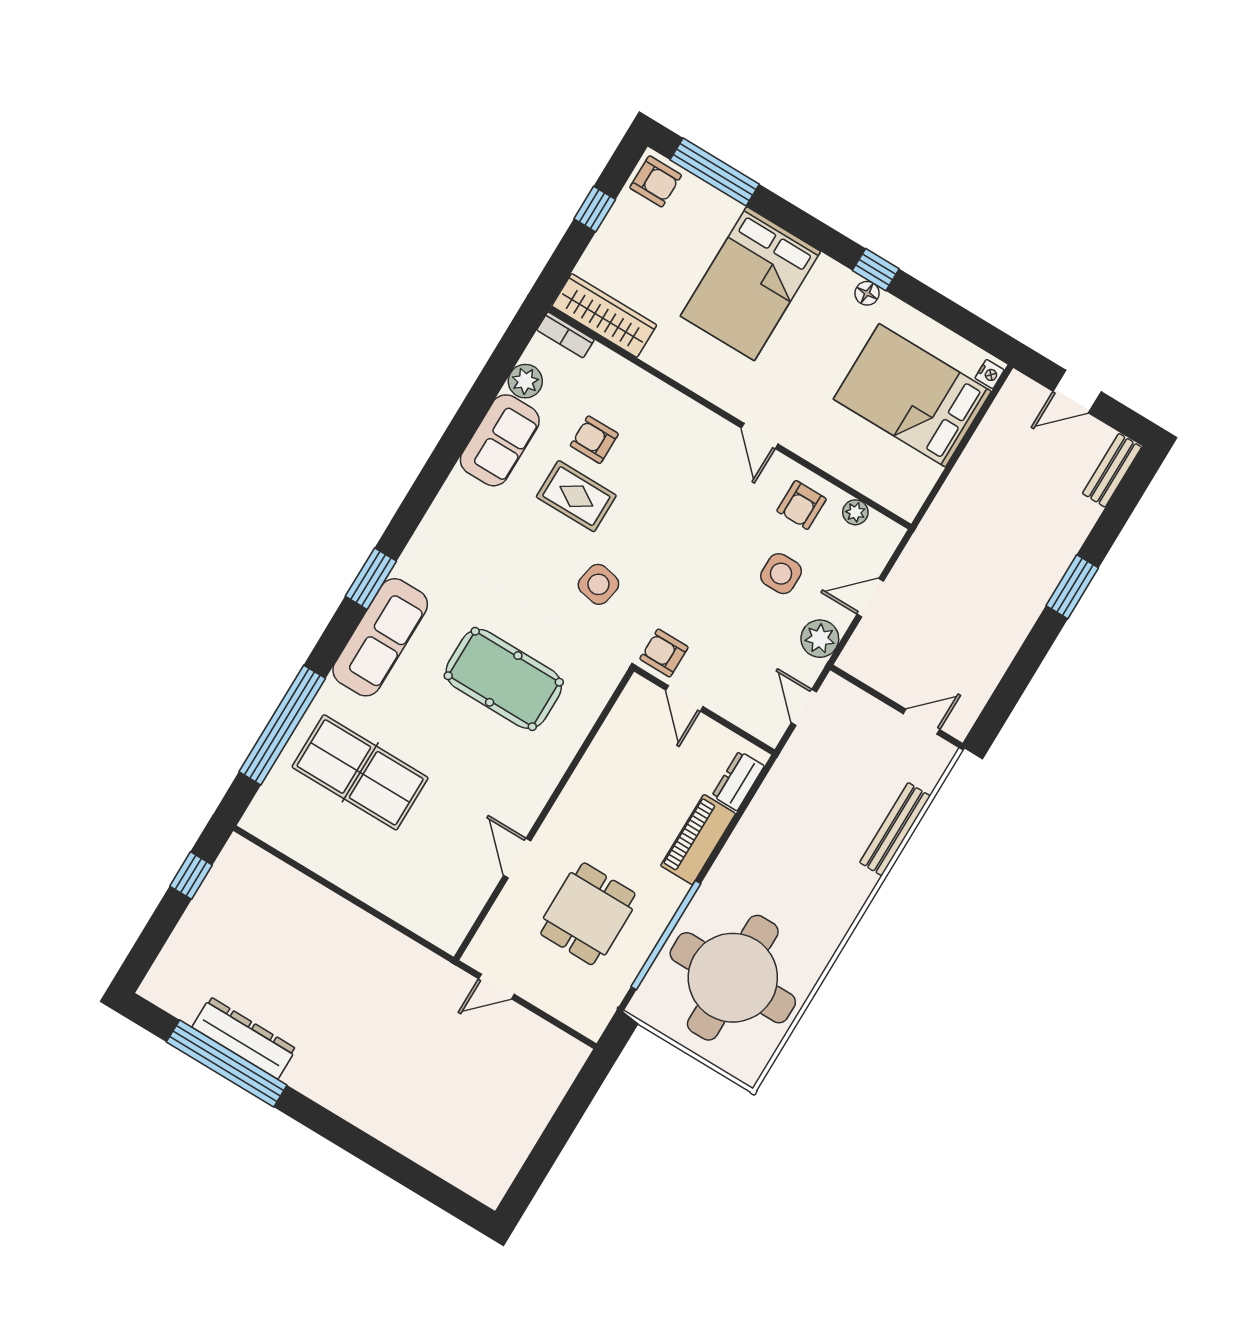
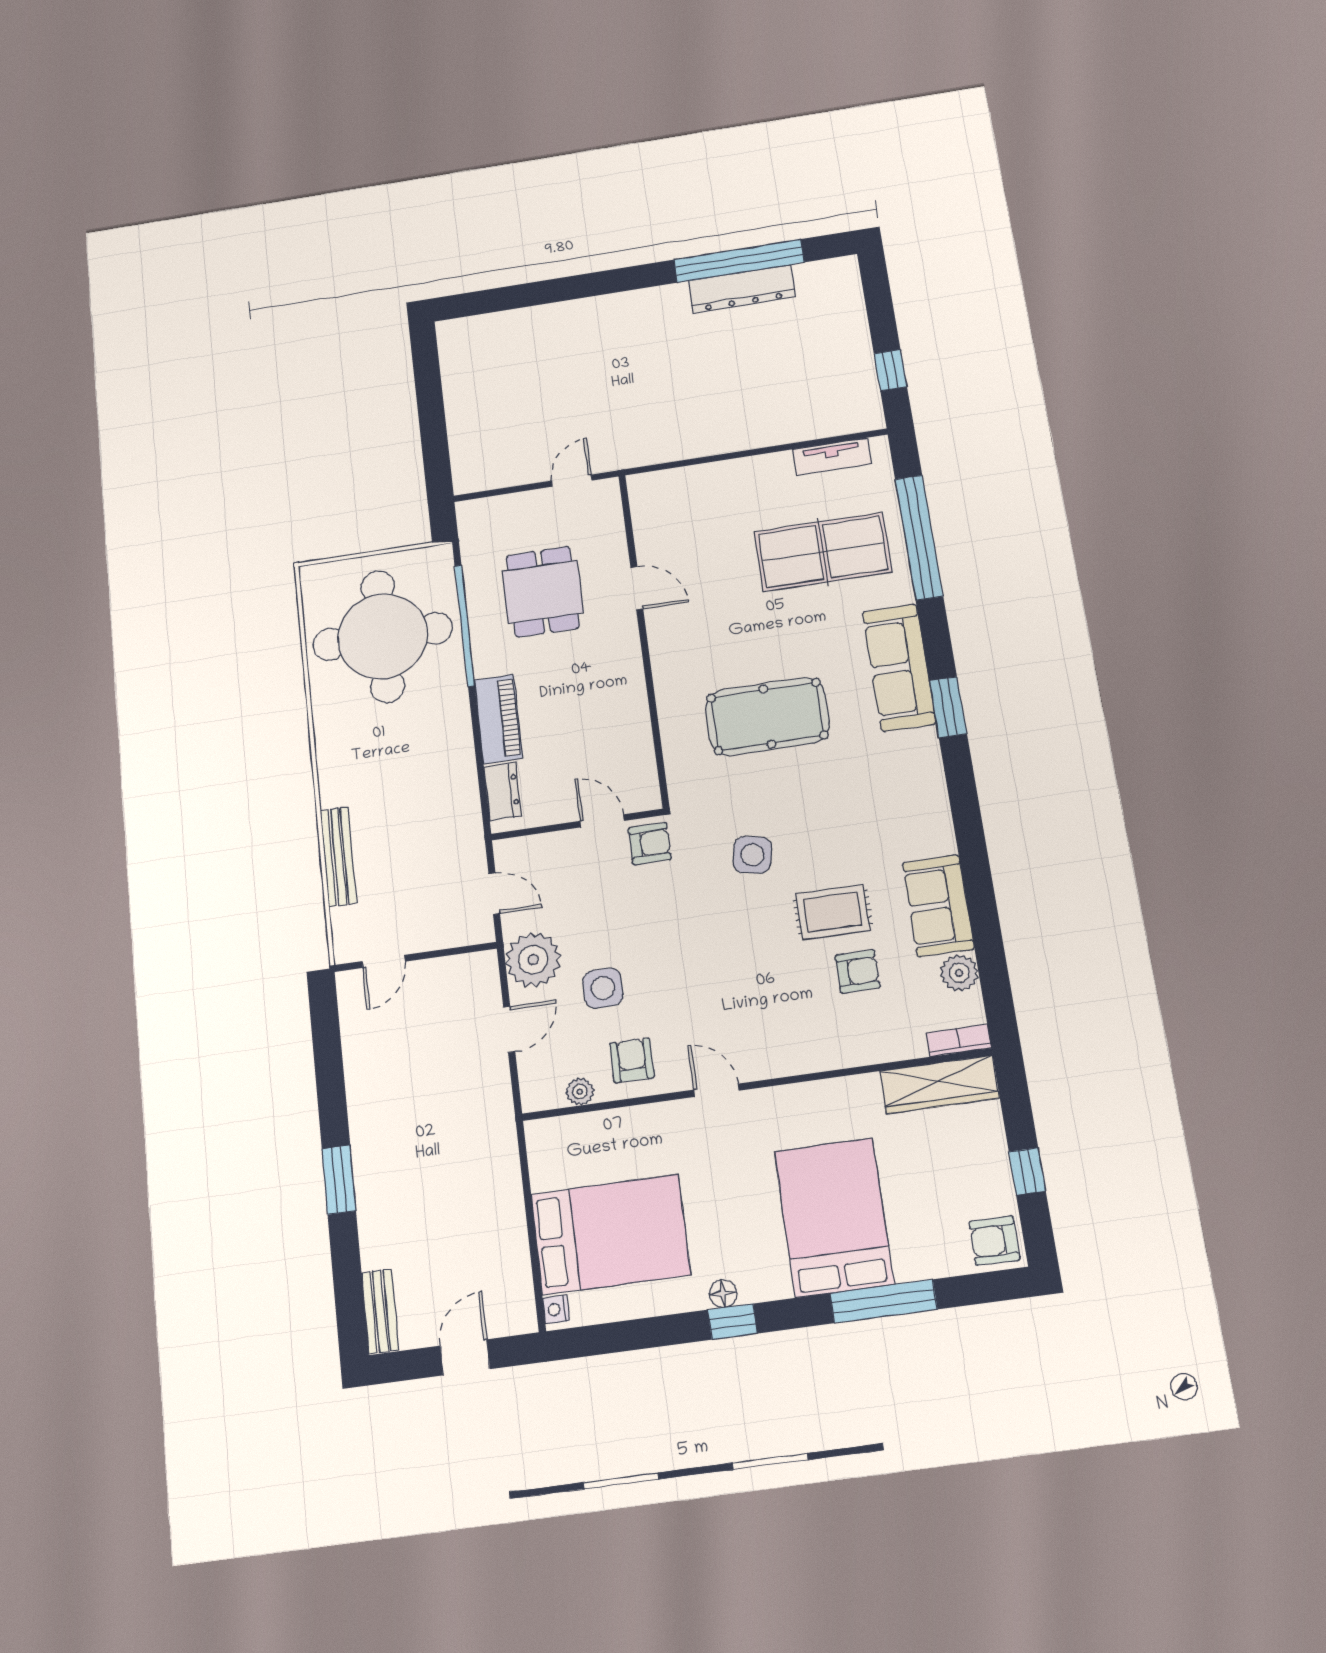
window: (715, 172) -> (884, 1301), moved
plant: (820, 639) -> (533, 960), width x1.36, depth x1.36
tv unit: (291, 842) -> (832, 457), added

